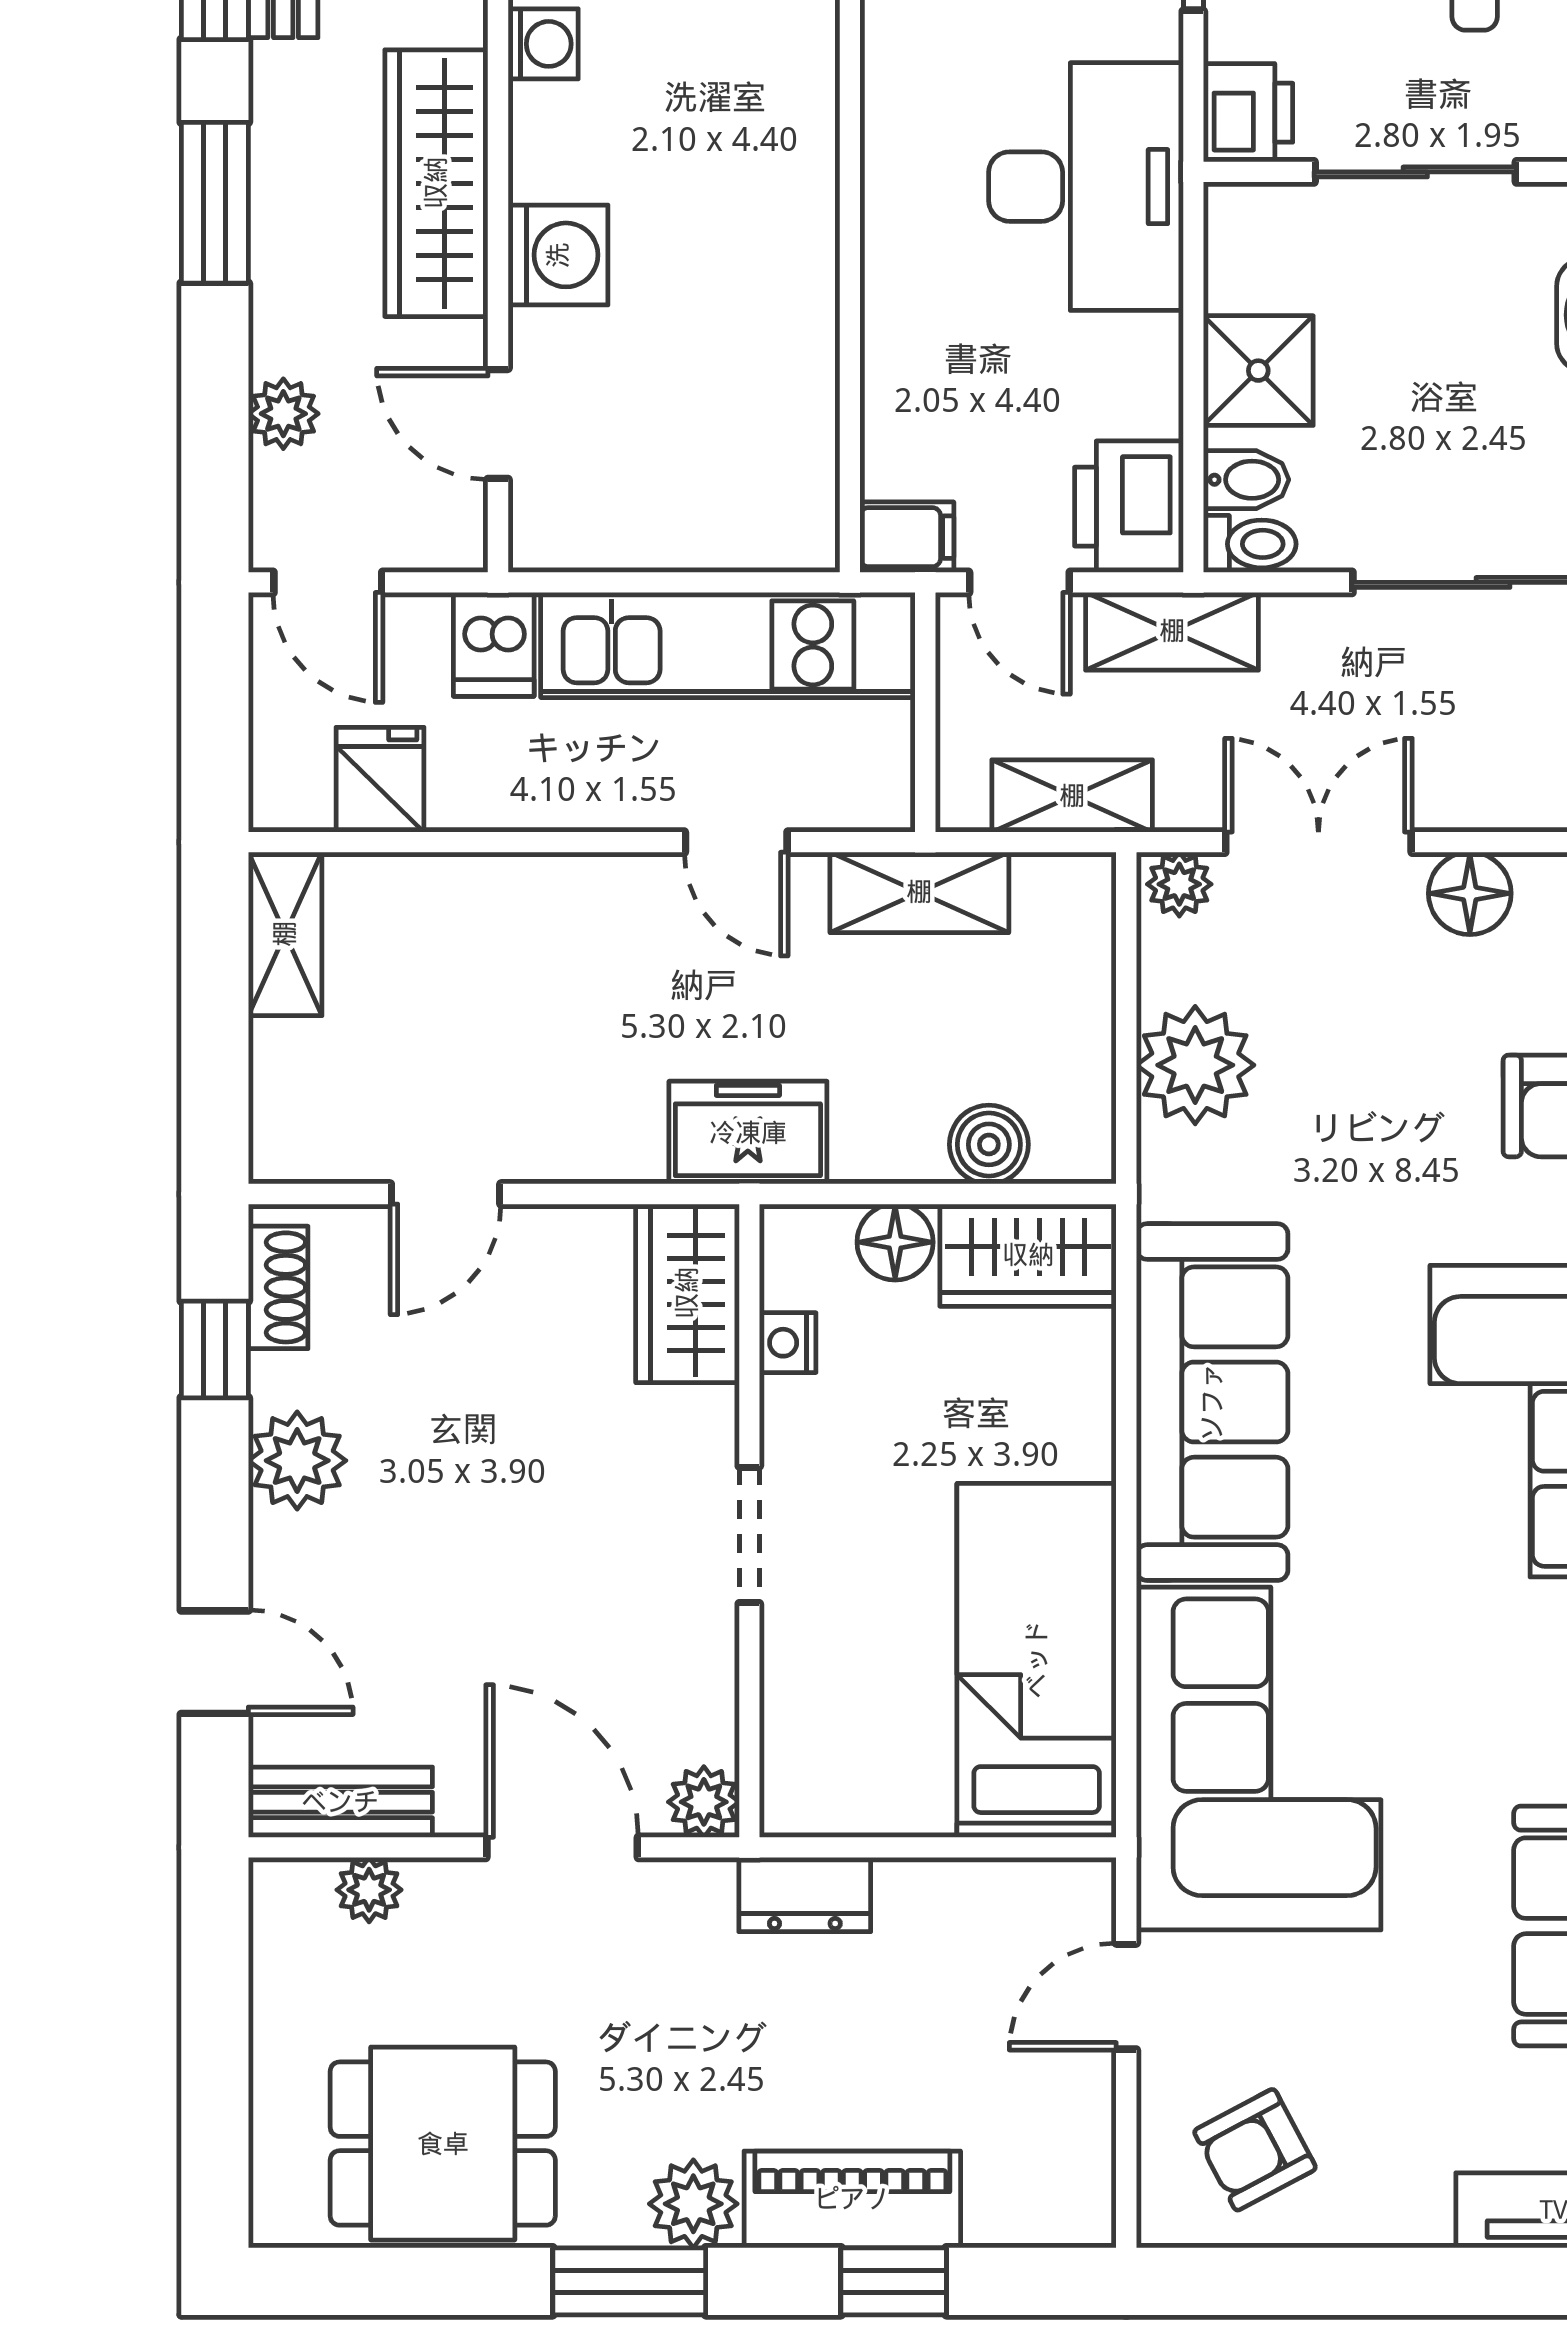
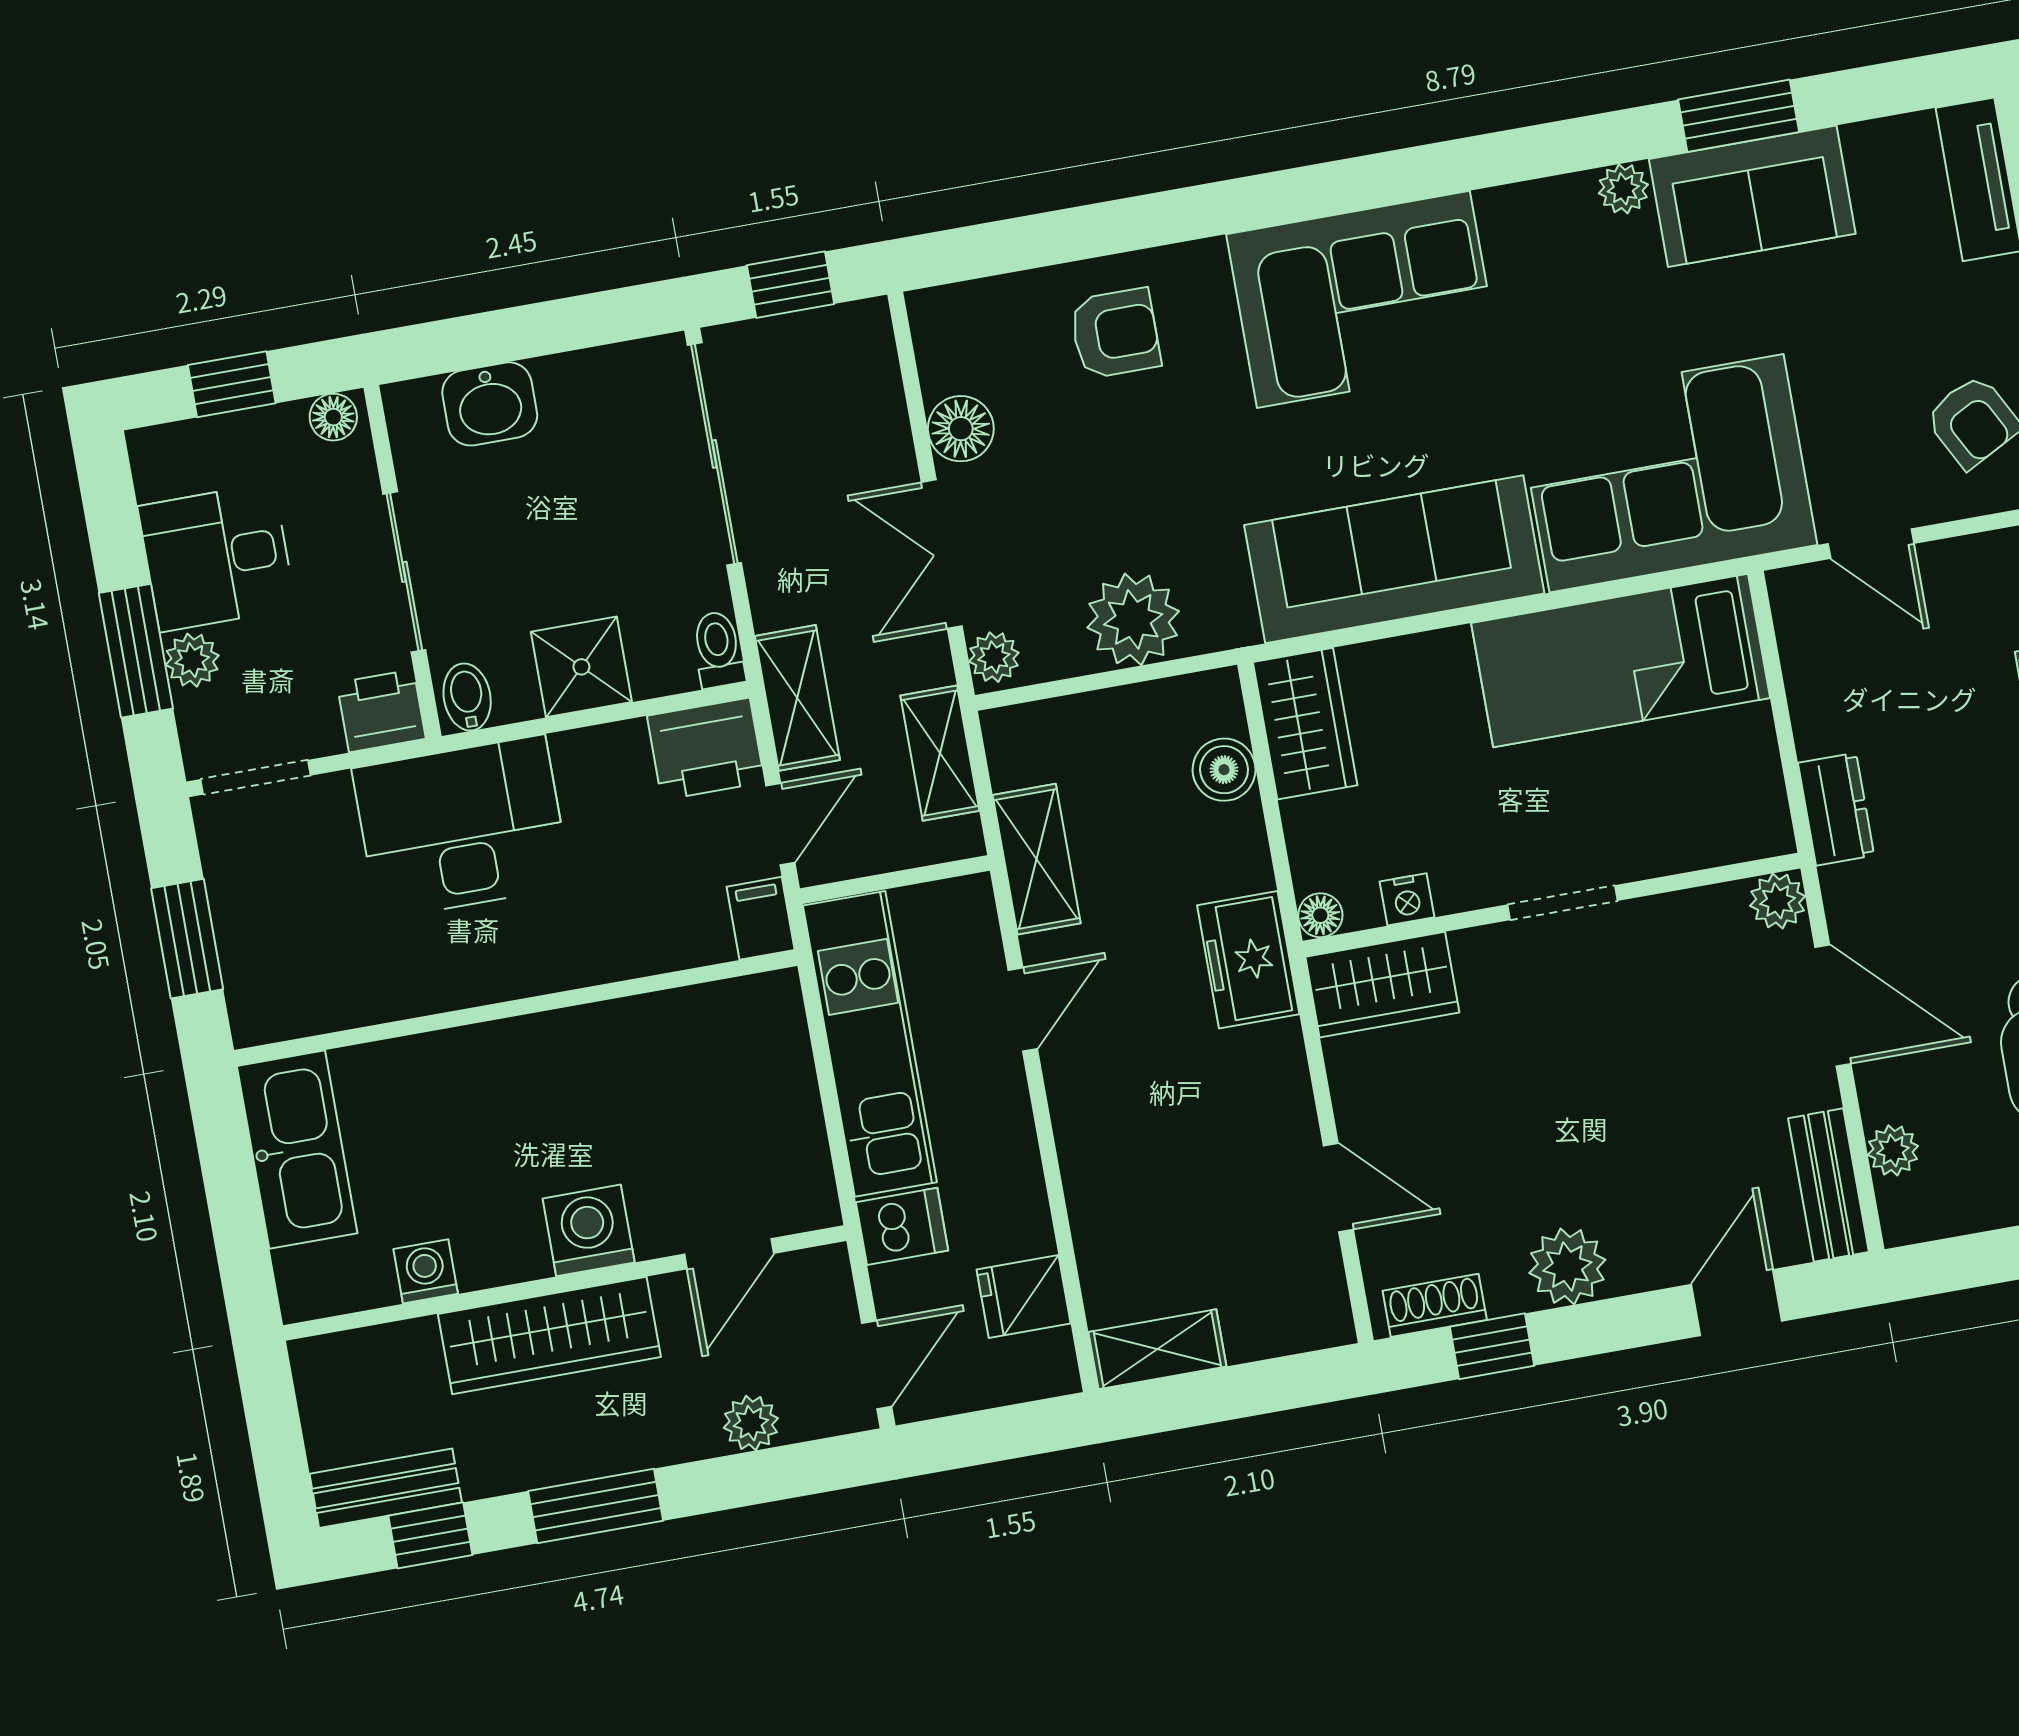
bidet: (1246, 480) -> (467, 697), moved
floor lamp: (895, 1242) -> (1320, 915), moved, width x0.73, depth x0.73
door: (562, 1847) -> (1833, 1005), swing flipped

